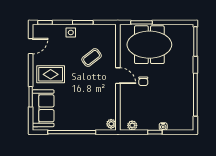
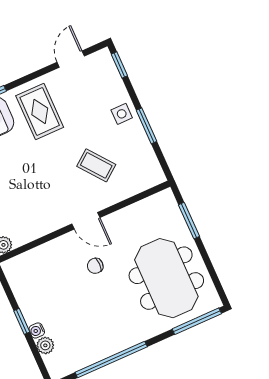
meeting table: (149, 45) -> (166, 278), moved
door: (31, 46) -> (71, 59), swing flipped
door: (118, 76) -> (86, 221), hinge flipped
plant: (132, 125) -> (45, 345), moved

